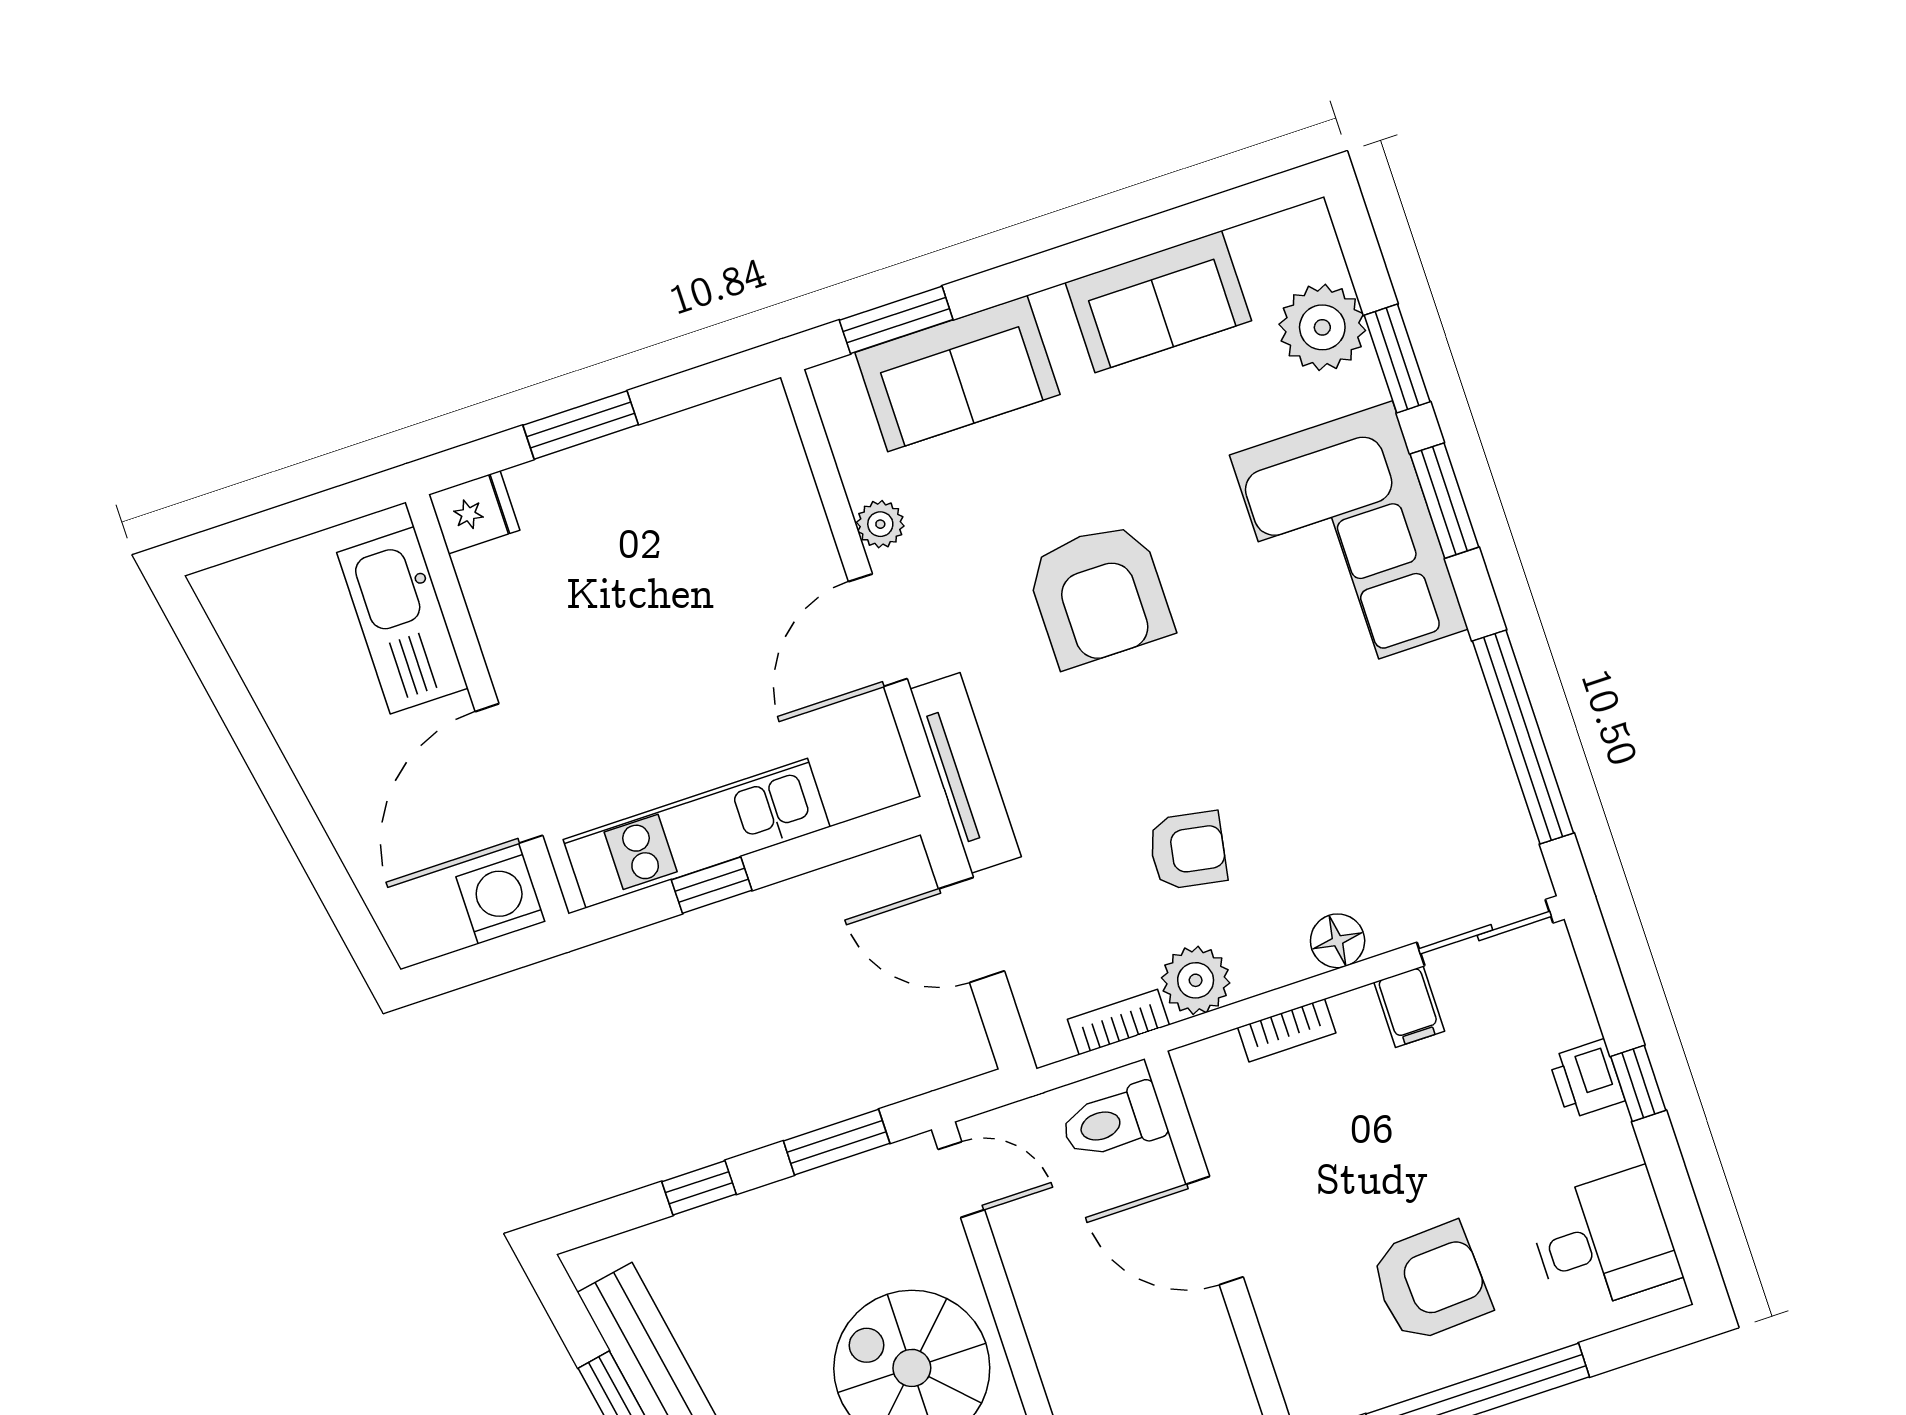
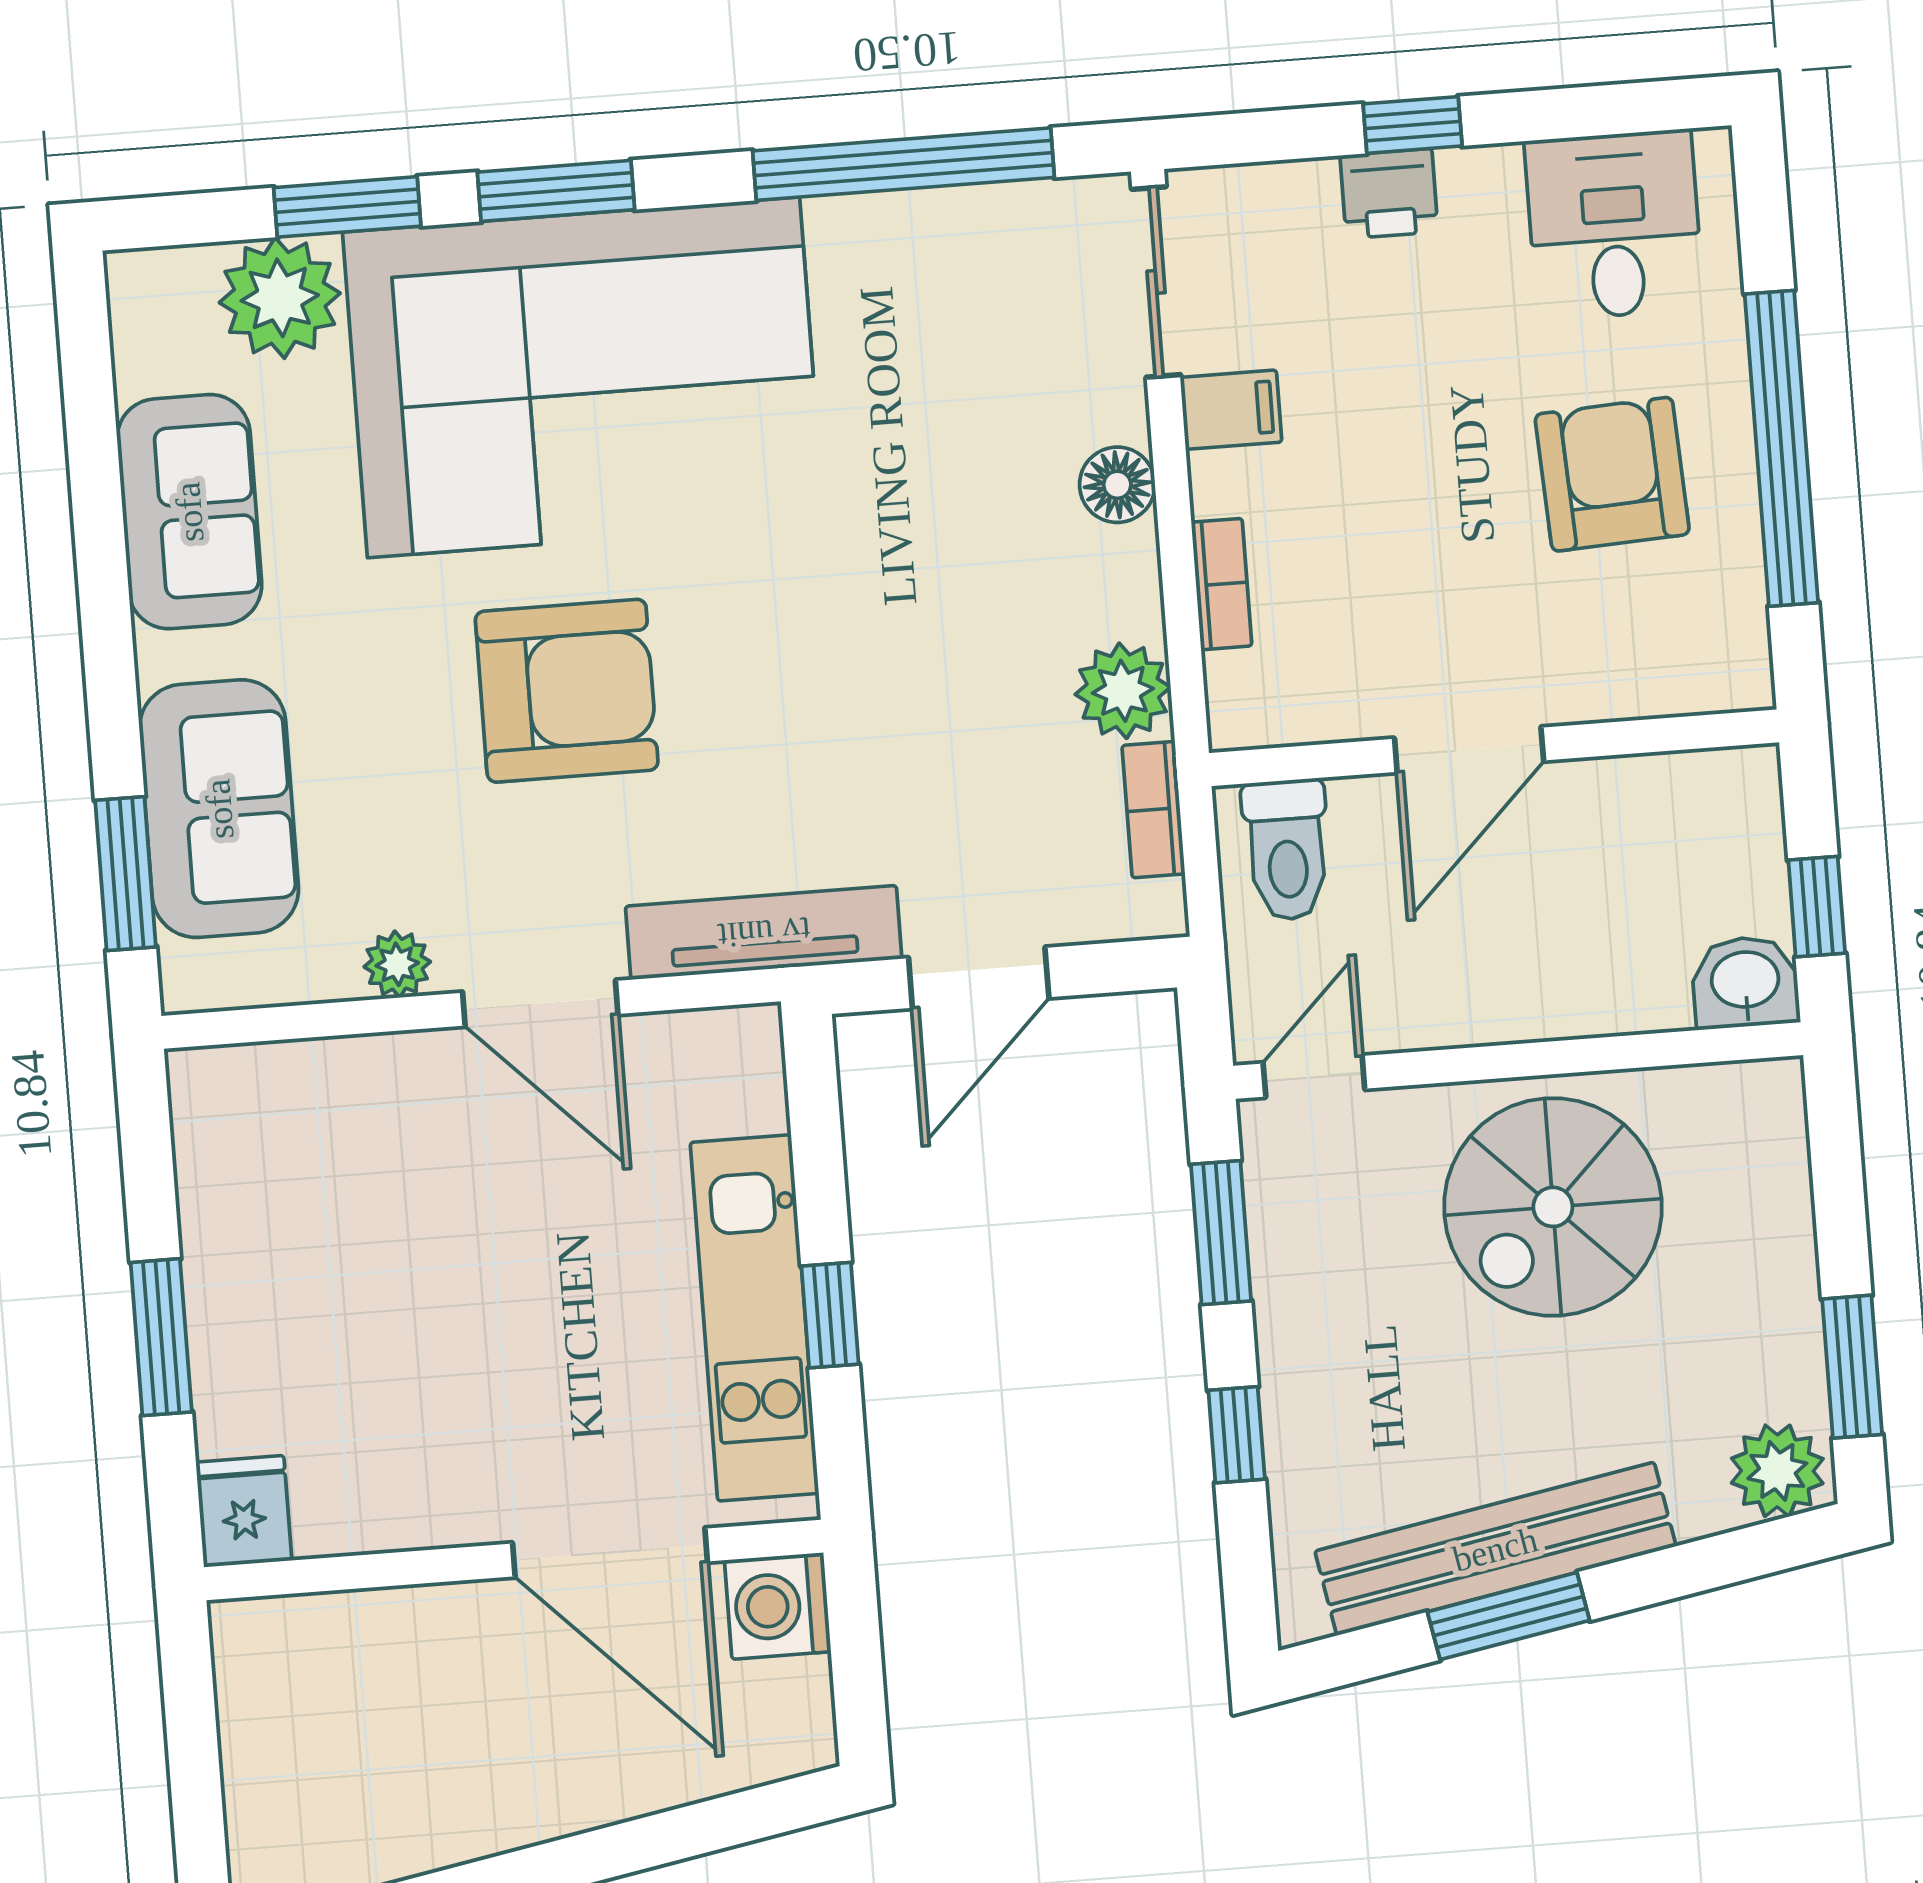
corner sofa: (1349, 542) -> (583, 377), width x1.36, depth x1.36
kitchen sink: (402, 620) -> (366, 1645), removed
armchair: (1188, 850) -> (944, 657), removed

